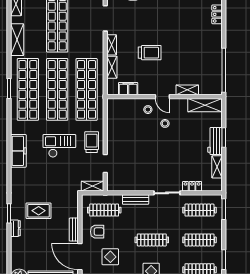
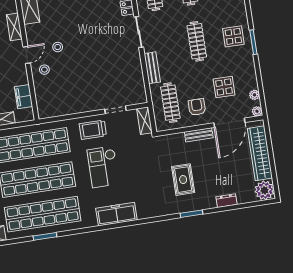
dresser: (15, 228) -> (226, 201), moved

